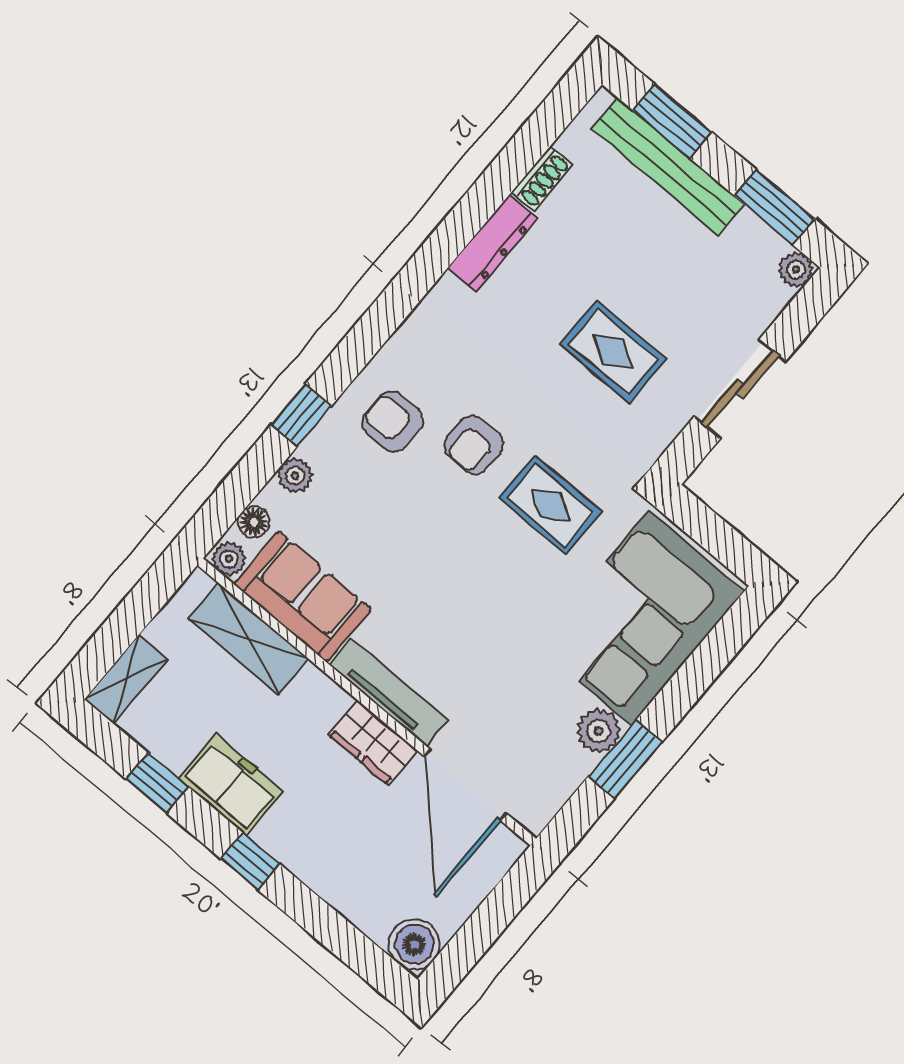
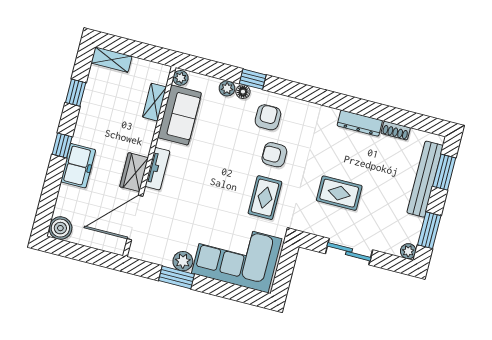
rug: (613, 352) -> (339, 193), turned 90
floor lamp: (254, 522) -> (243, 92), moved
shelving: (249, 639) -> (154, 102), width x0.67, depth x0.75
tv unit: (389, 692) -> (157, 169), width x0.71
freezer: (231, 785) -> (78, 166), moved

